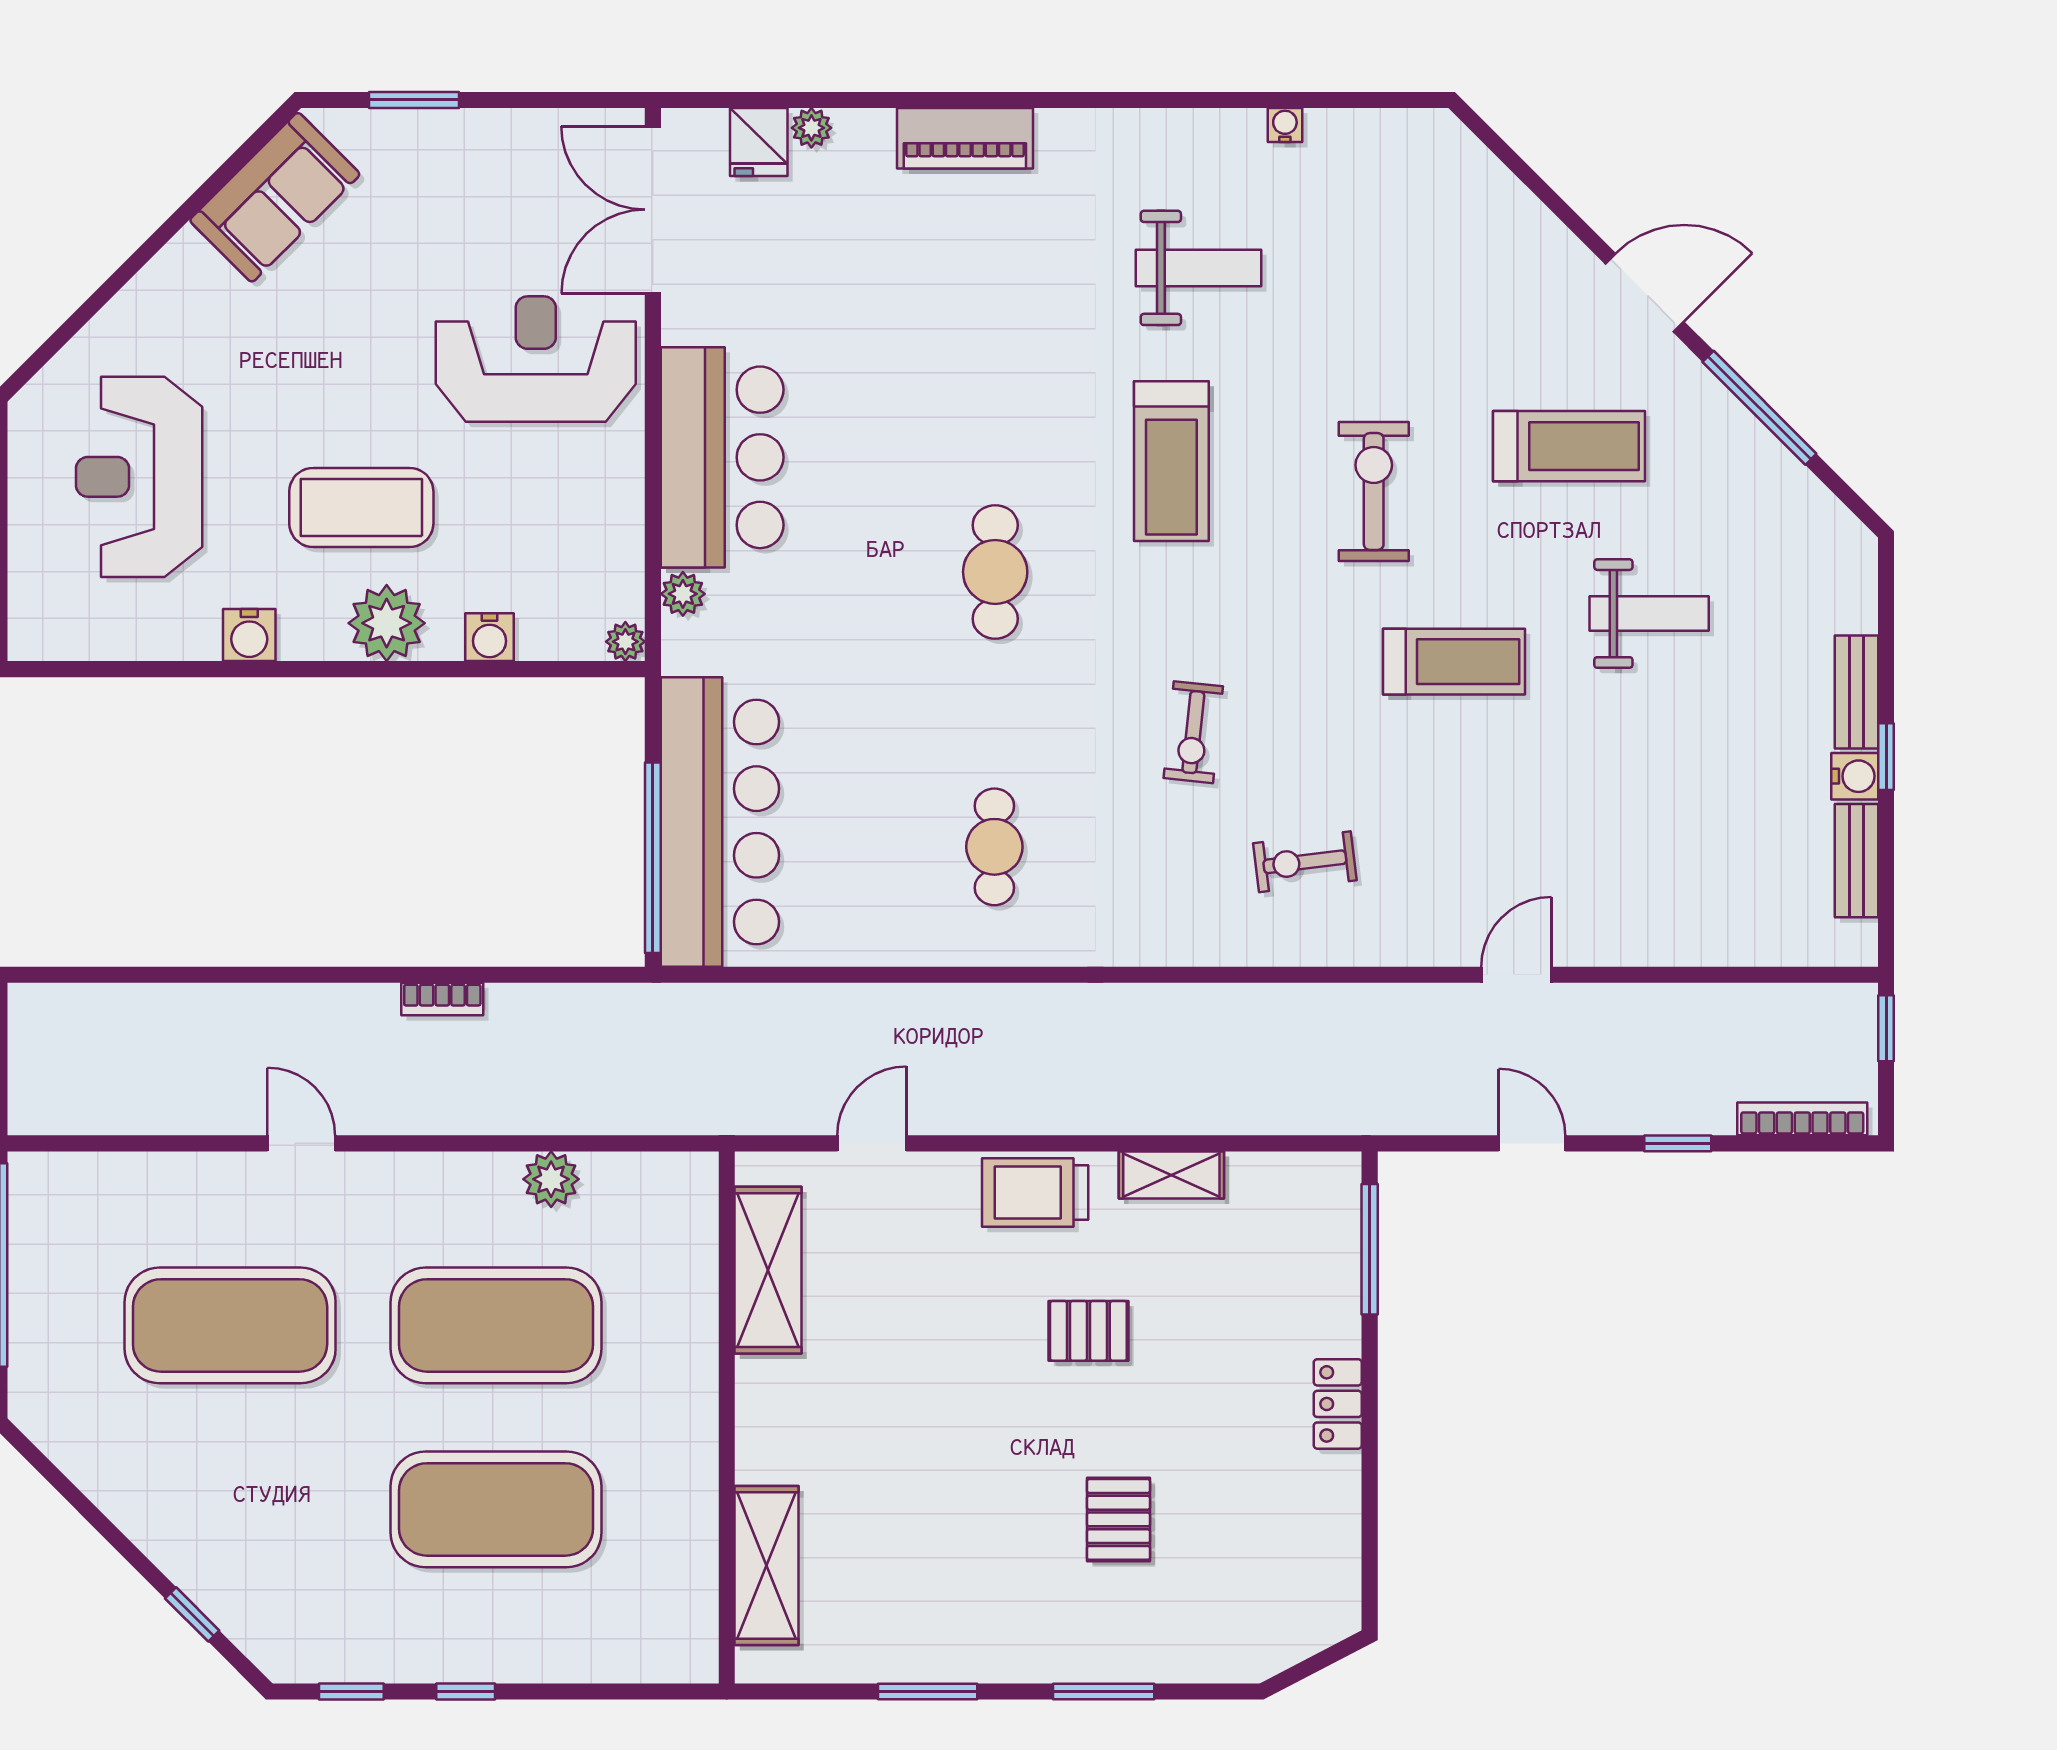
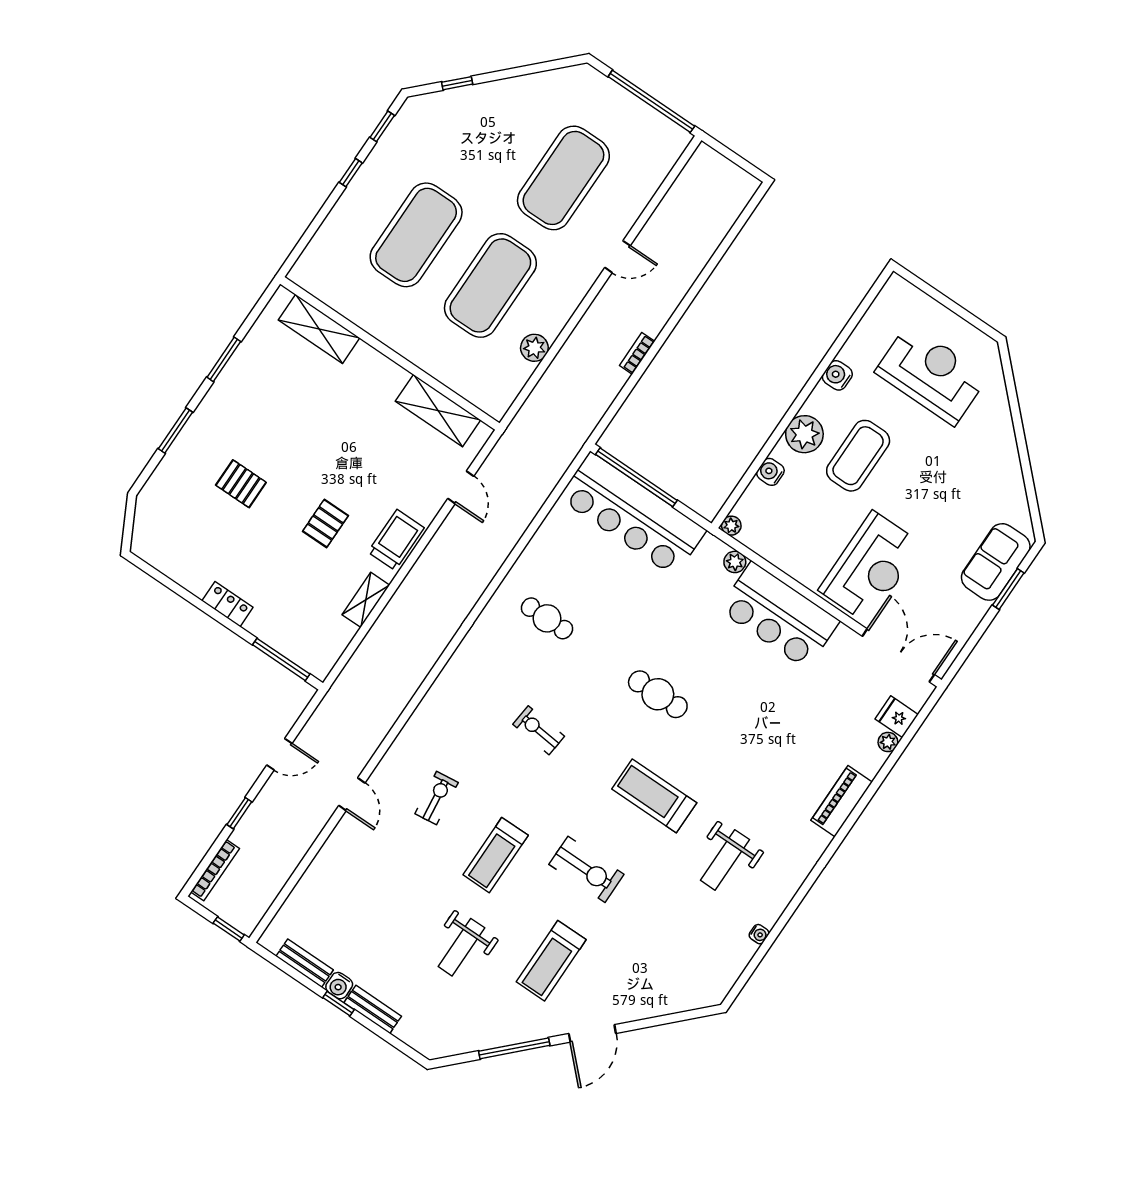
sofa: (275, 197) -> (996, 562), moved, turned 45
exercise bike: (1305, 862) -> (437, 798), moved

